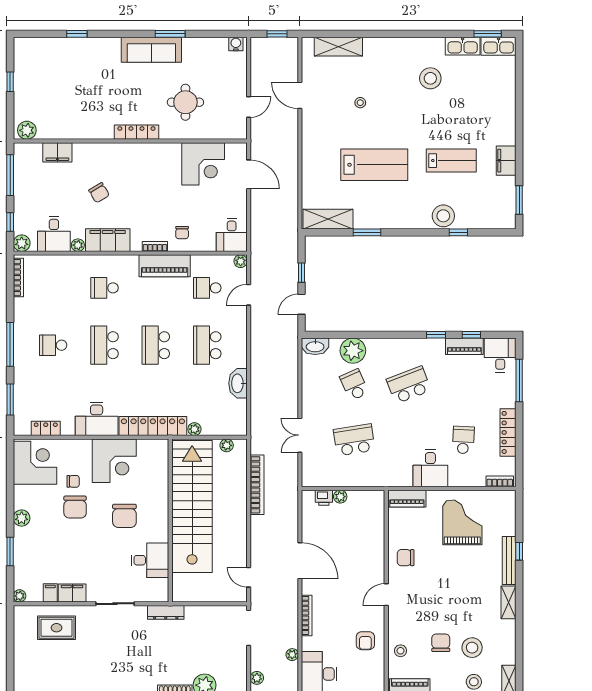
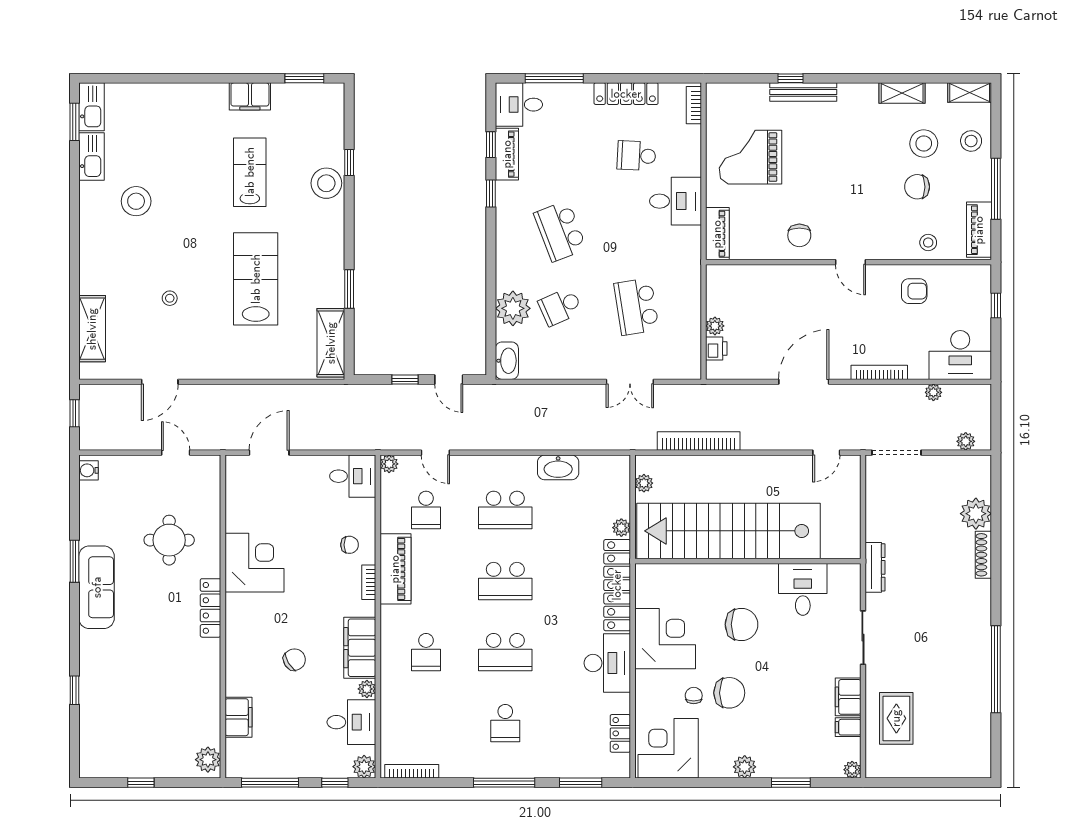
corner desk: (203, 164) -> (255, 563), moved
shelving: (509, 602) -> (902, 93), moved

